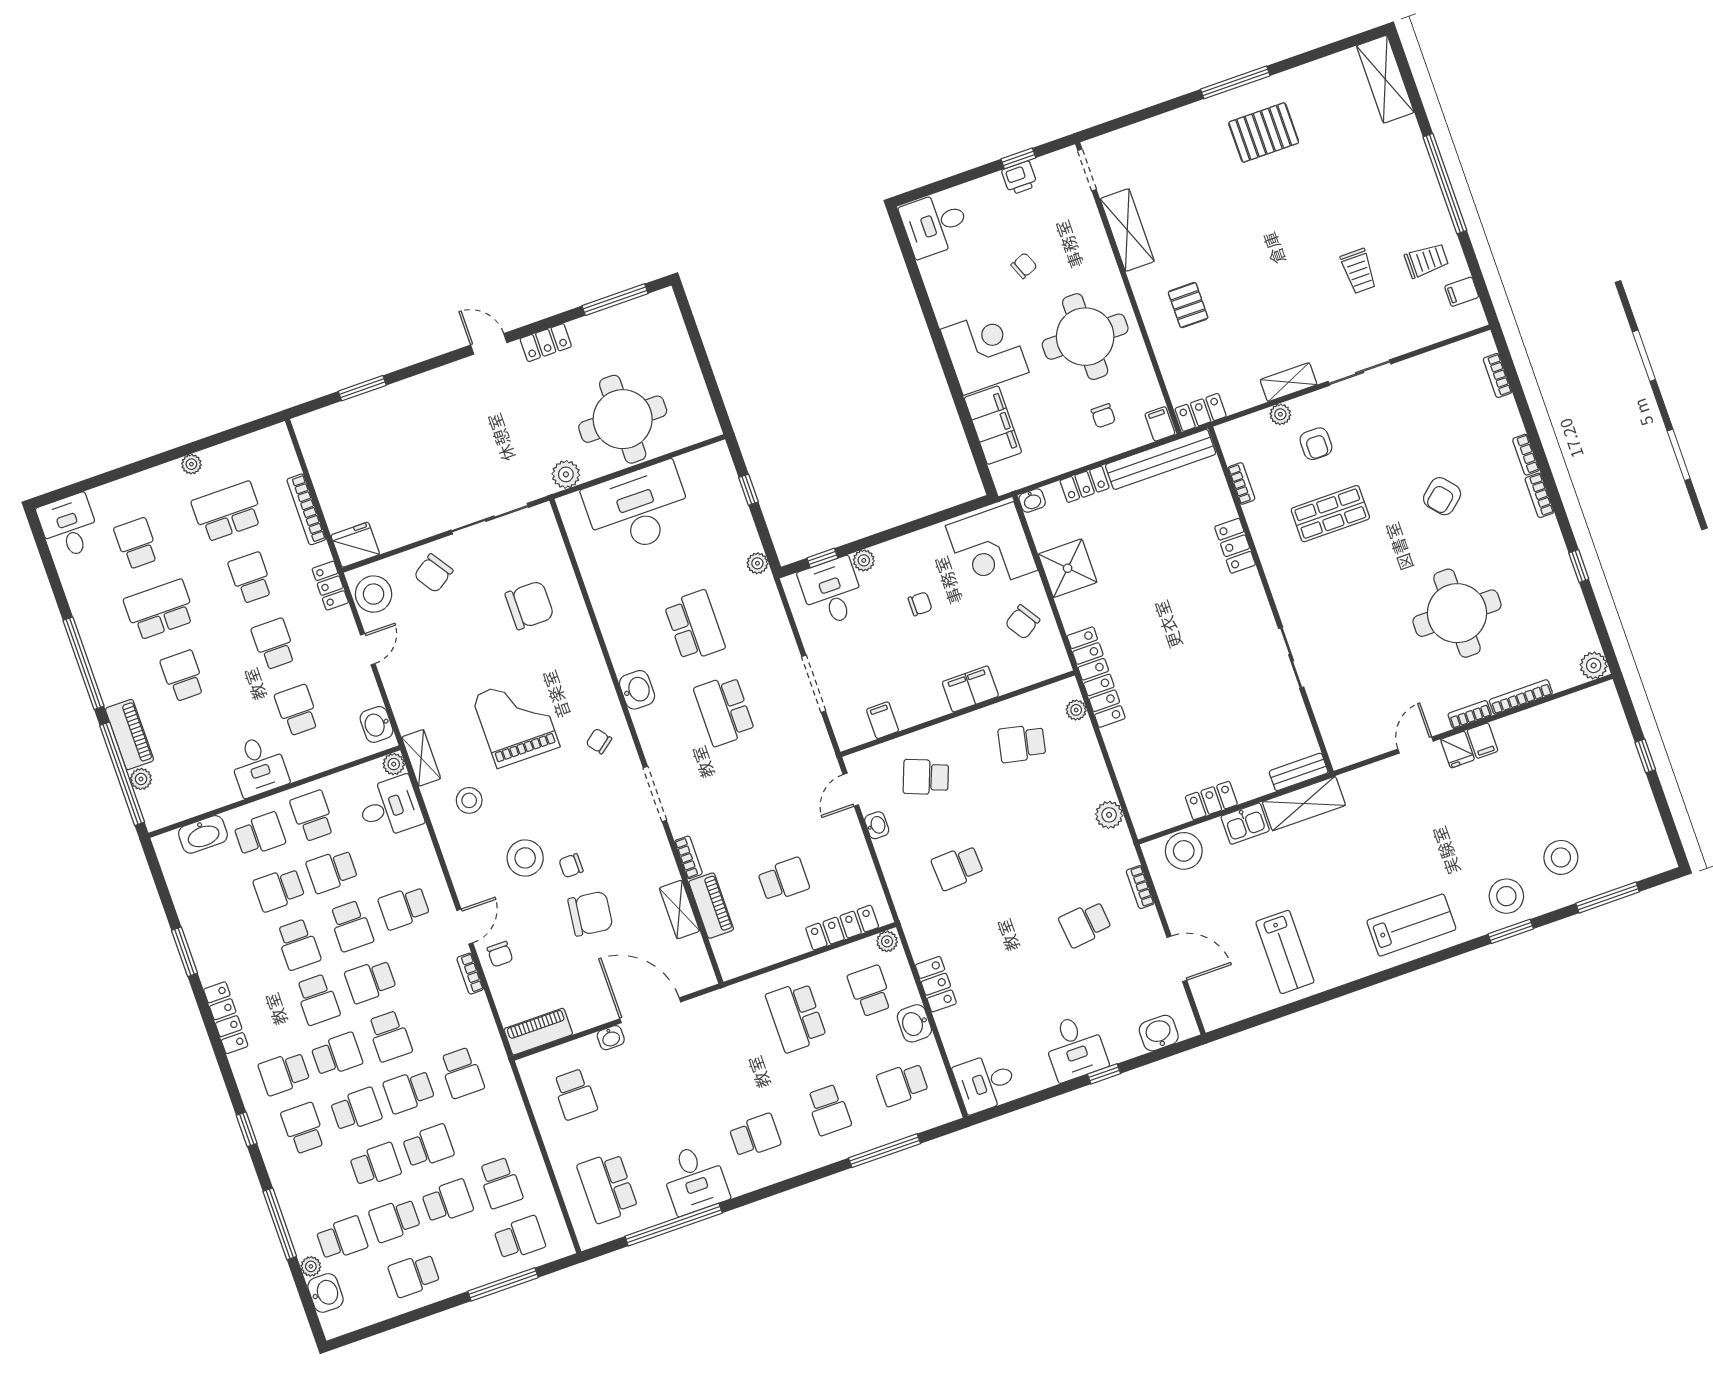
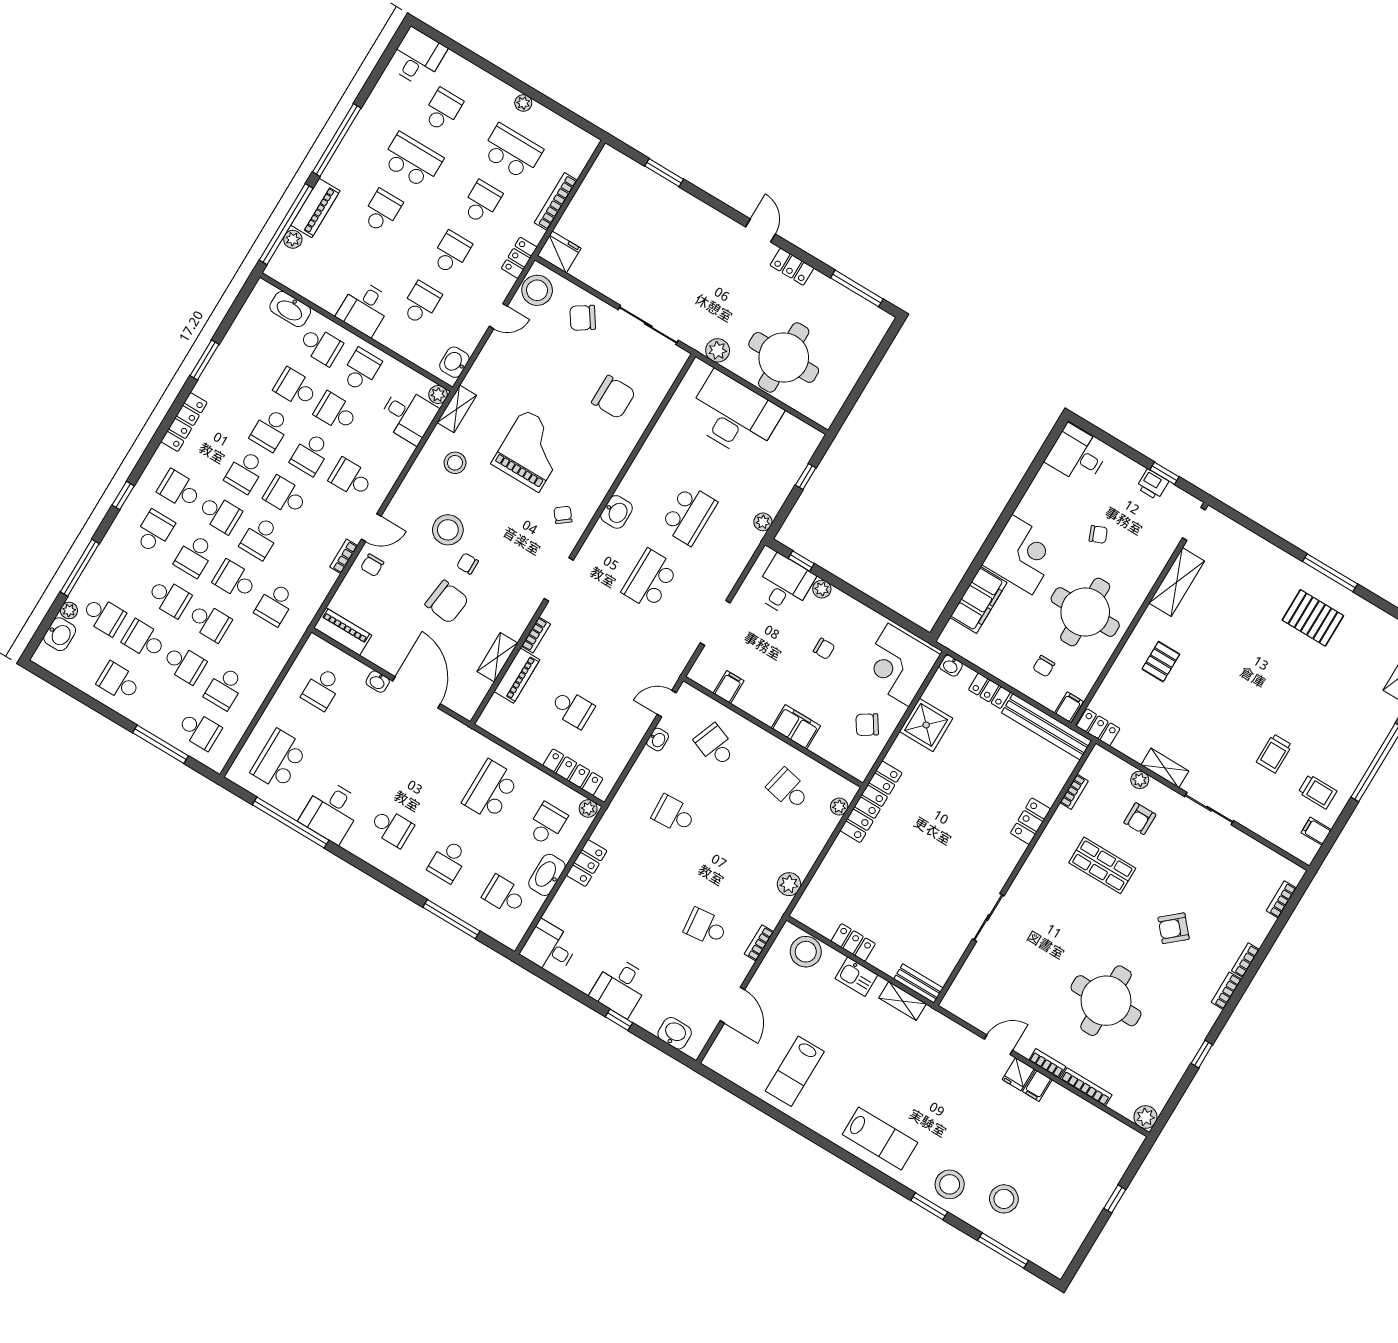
shelving: (1304, 804) -> (903, 1001), width x0.67, depth x0.75
washbasin: (914, 1023) -> (547, 875), width x1.38
school desk: (356, 1110) -> (194, 556), turned 90

